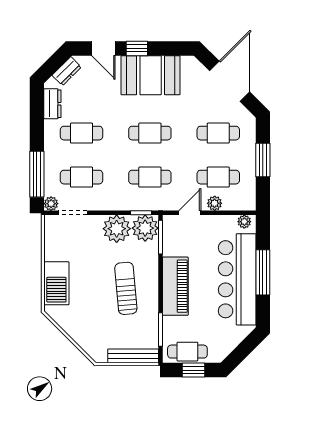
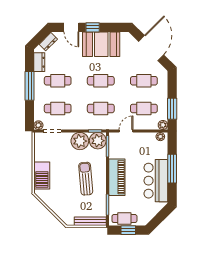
window: (263, 160) -> (172, 109), moved
window: (37, 174) -> (30, 86), moved
plant: (215, 203) -> (163, 125), moved
bar counter: (237, 279) -> (156, 181), width x0.73

